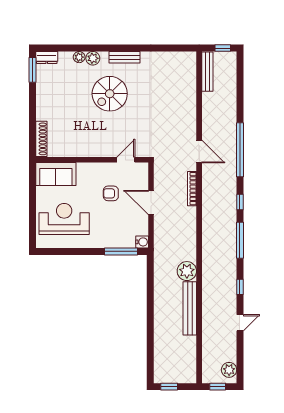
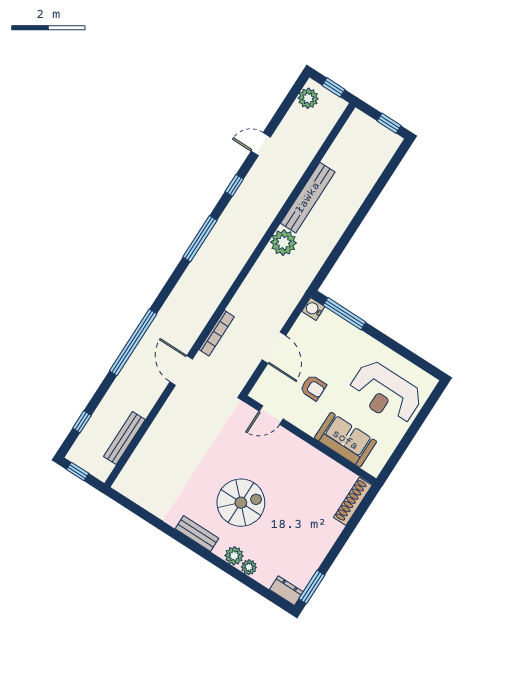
bench: (207, 72) -> (124, 438), moved
sofa: (56, 174) -> (345, 440), moved
window: (240, 202) -> (82, 422), moved

